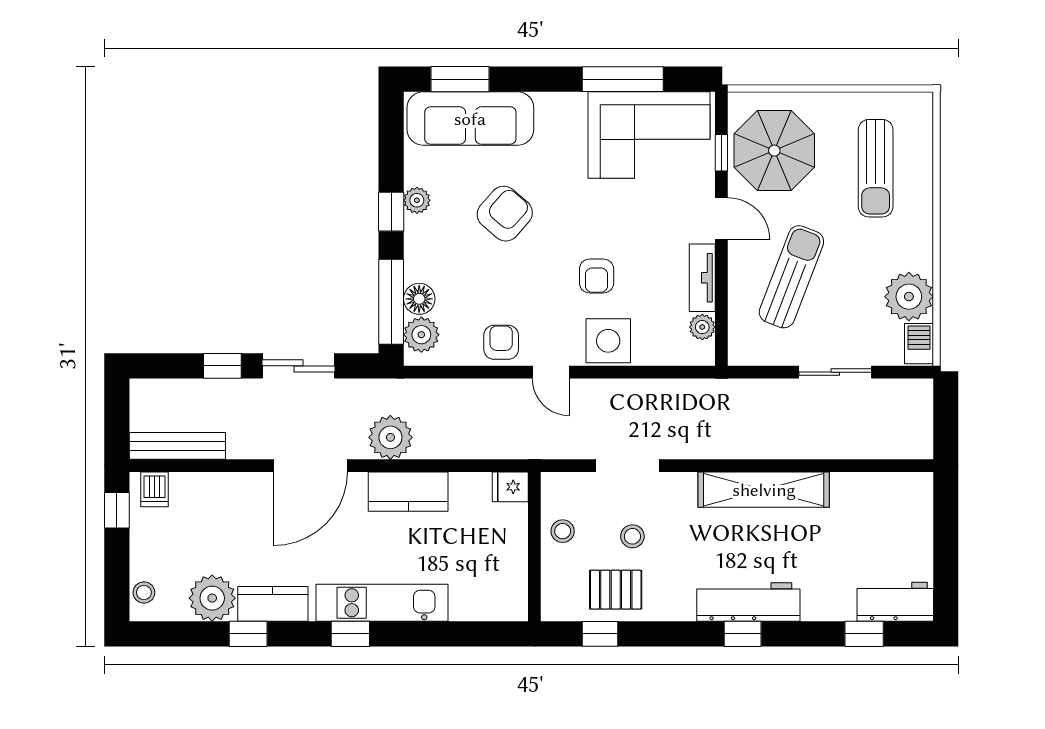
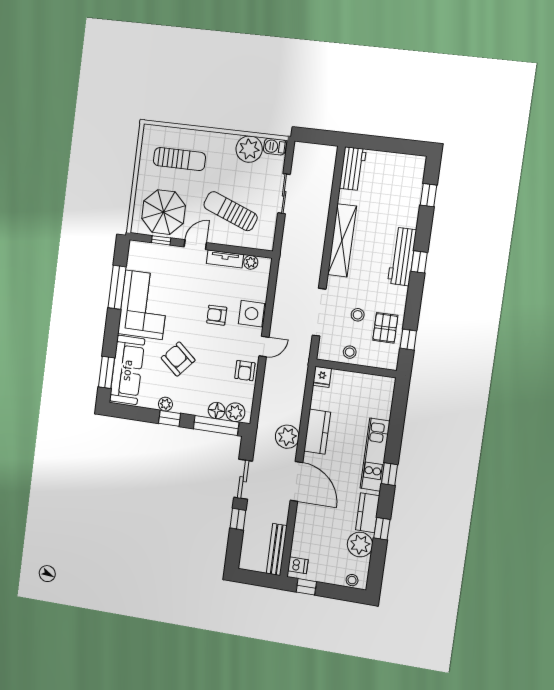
corner sofa: (649, 135) -> (144, 305), moved
armchair: (597, 276) -> (217, 315), turned 180
armchair: (501, 342) -> (245, 371), turned -90
doorway: (628, 466) -> (319, 312), width x1.36
workbench: (895, 602) -> (353, 169), moved, turned 180

